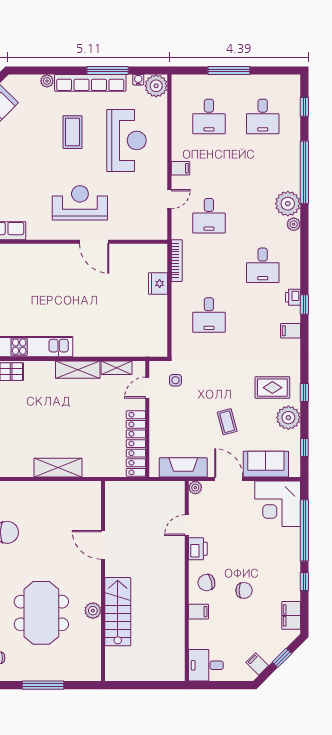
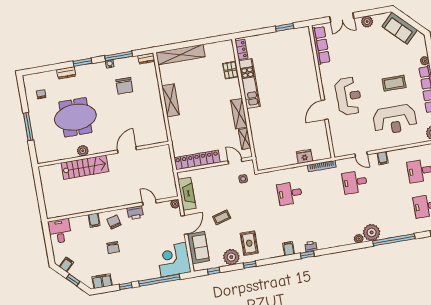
desk: (263, 265) -> (328, 223), removed
shelving: (58, 468) -> (171, 100), moved

